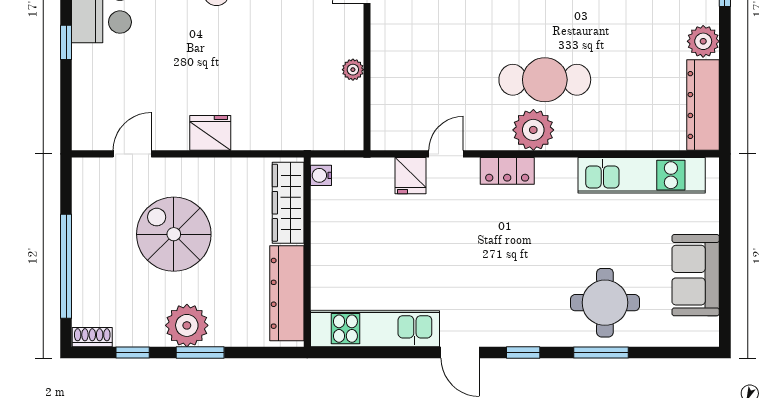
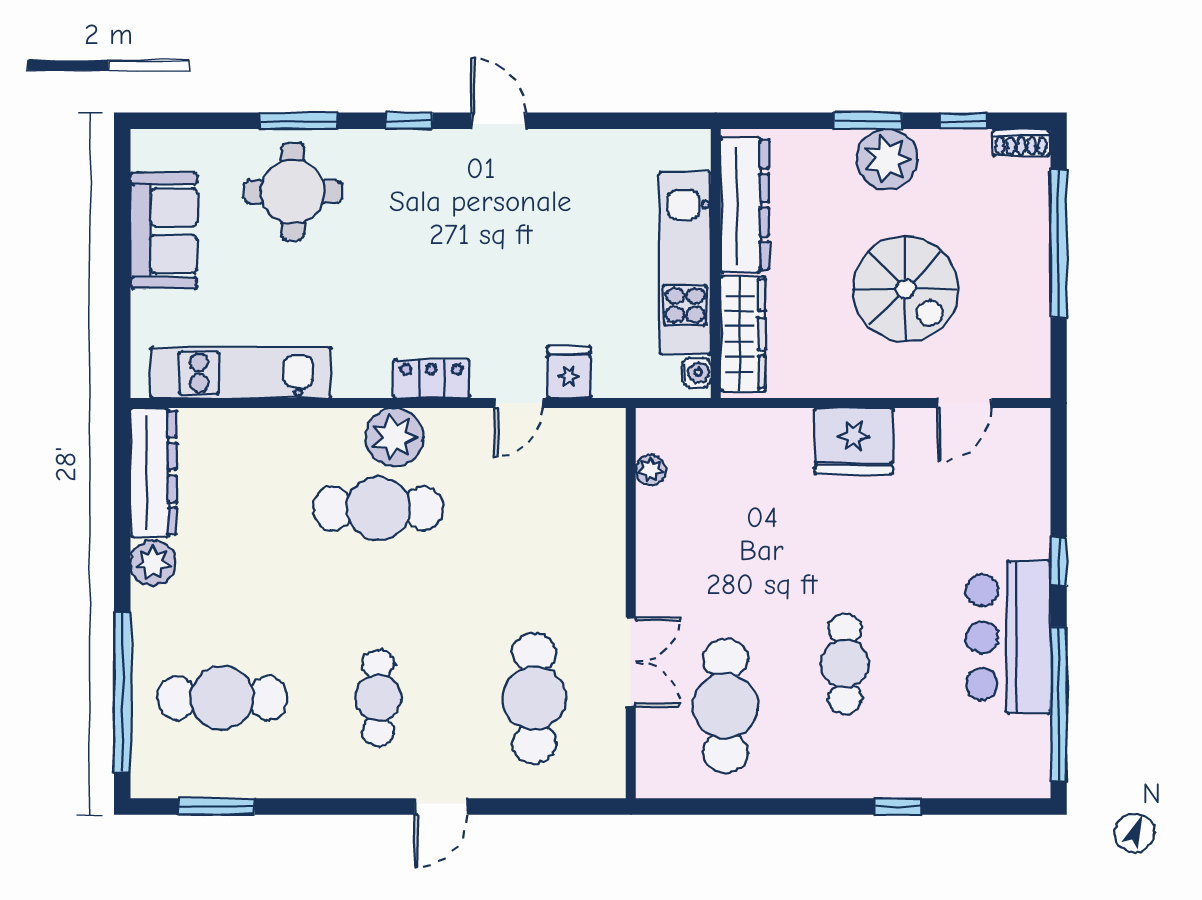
plant: (353, 70) -> (651, 470), moved
fridge: (210, 133) -> (854, 441), width x1.36, depth x1.34
kitchen unit: (375, 329) -> (685, 263), moved, turned 90

